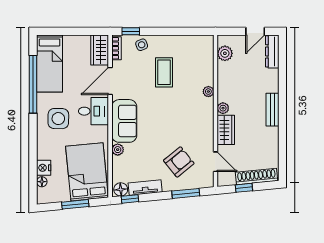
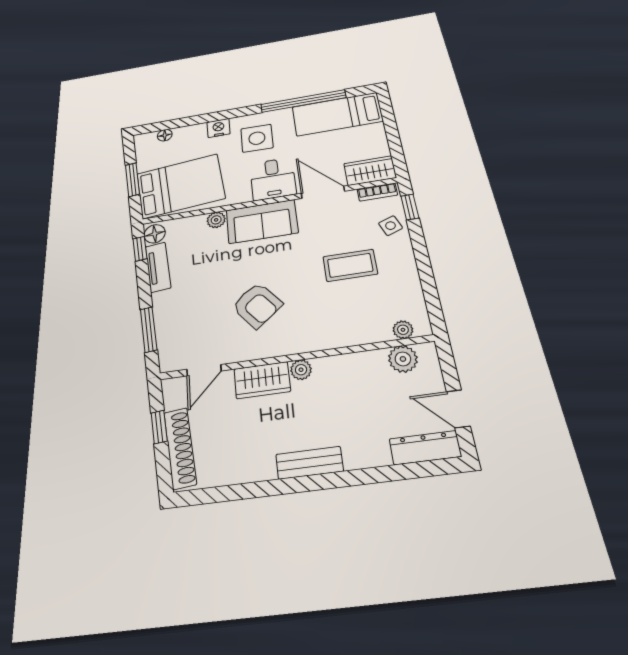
plant: (208, 92) -> (403, 330), moved
armchair: (179, 162) -> (257, 305), moved
nightstand: (44, 168) -> (218, 128), moved

